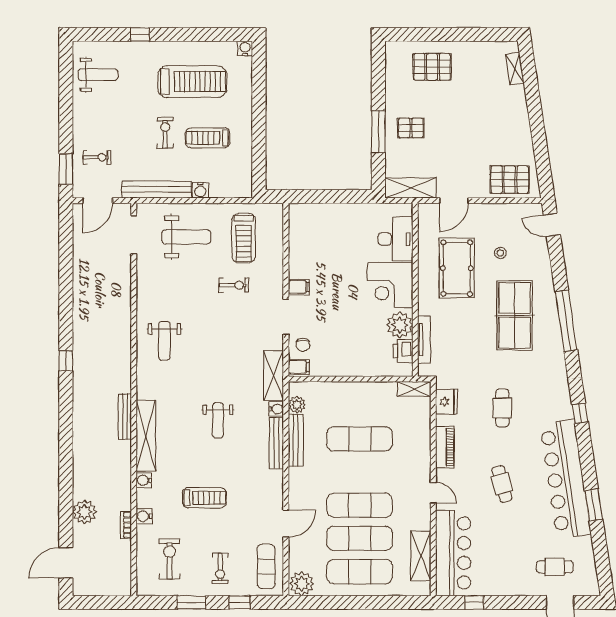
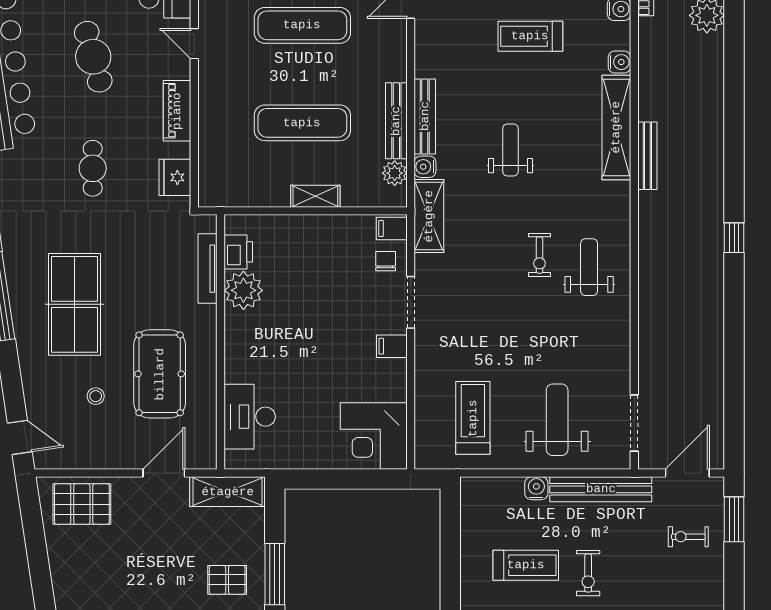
weight bench: (186, 237) -> (557, 420), turned 90
exercise bike: (234, 285) -> (539, 255), moved, turned -90
corner desk: (390, 285) -> (374, 436), moved, turned 180
shelving: (414, 389) -> (315, 196), moved
cafe table: (502, 484) -> (93, 57), width x1.37, depth x1.35

